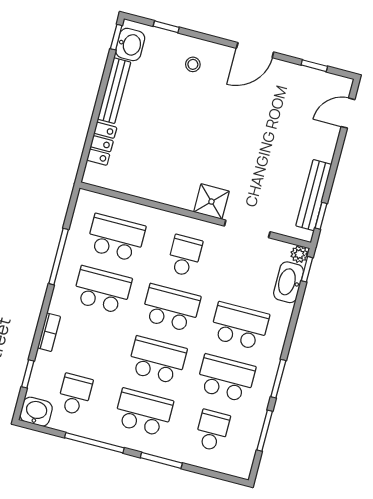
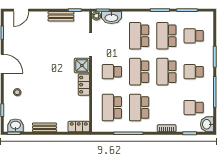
bench: (114, 91) -> (44, 127), width x0.73
door: (348, 113) -> (21, 10), hinge flipped
locker: (102, 144) -> (79, 127), moved
bench: (314, 195) -> (61, 16), width x0.73
locker: (174, 196) -> (84, 85), added
school desk: (144, 412) -> (194, 72), width x0.54

